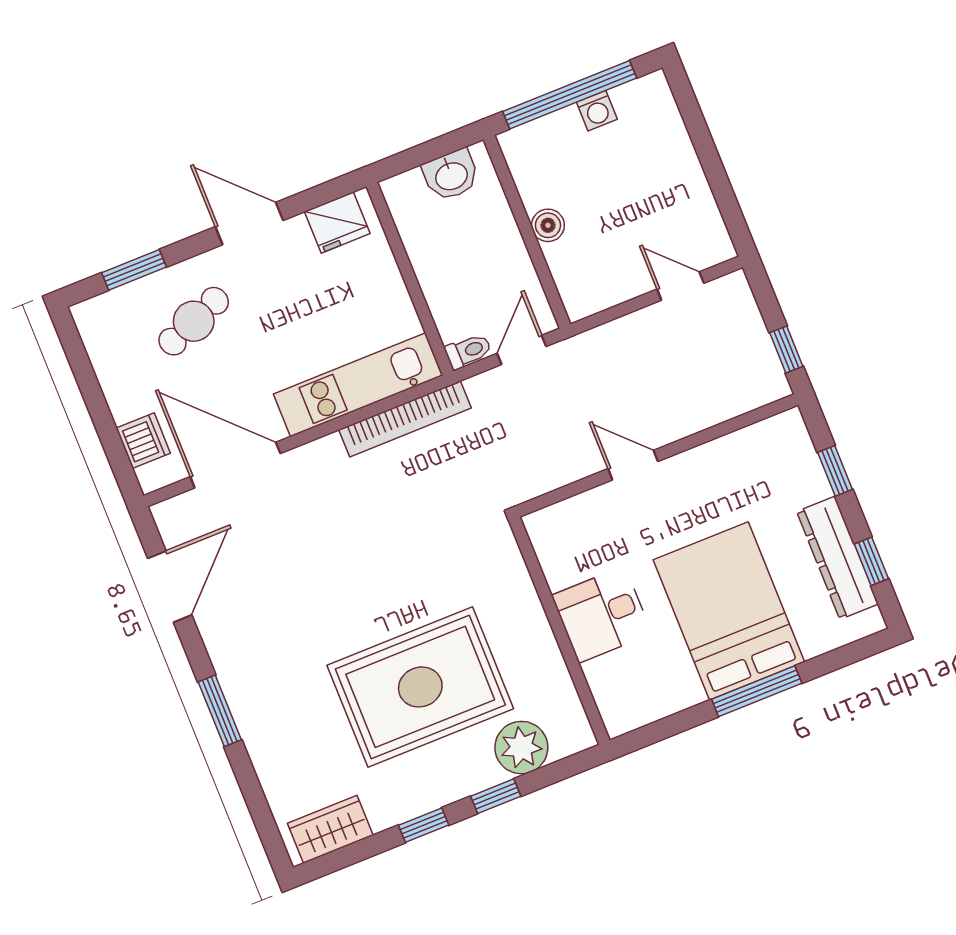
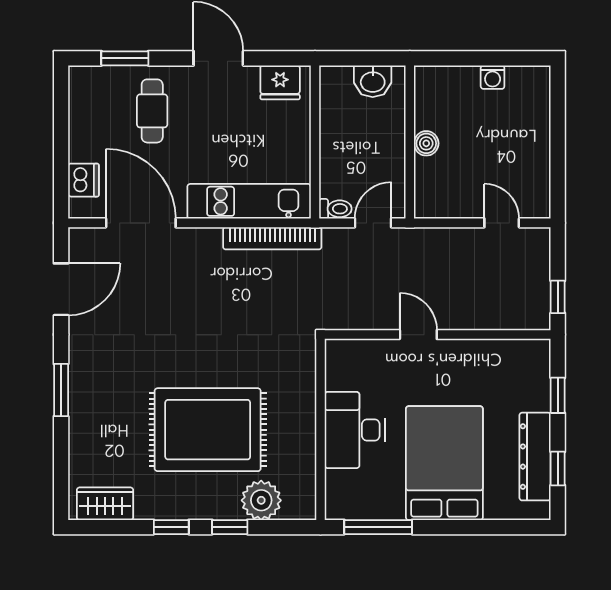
window: (570, 95) -> (478, 58), removed
cafe table: (194, 321) -> (152, 111), turned -68
desk: (602, 615) -> (355, 430), width x1.37
window: (757, 691) -> (378, 527), moved

